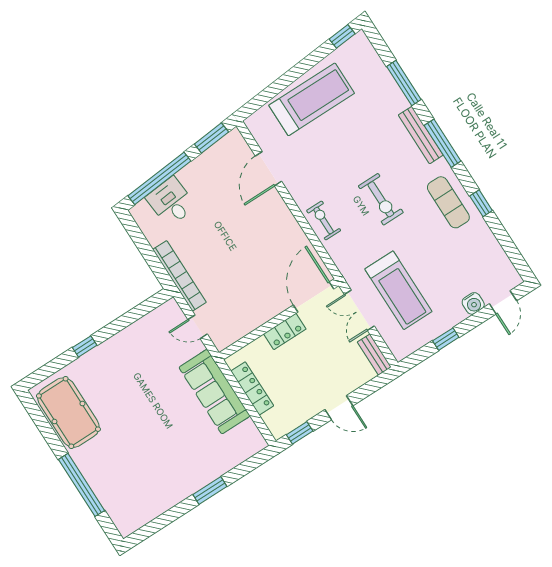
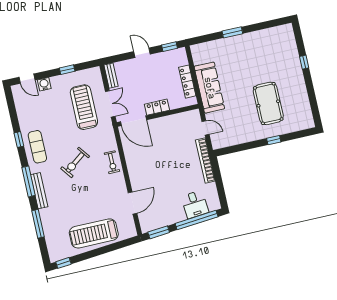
exercise bike: (381, 199) -> (75, 162), turned -127
door: (314, 297) -> (133, 121), hinge flipped
door: (503, 302) -> (27, 79), swing flipped
pool table: (68, 413) -> (268, 103), moved
window: (81, 485) -> (304, 62), width x0.32

